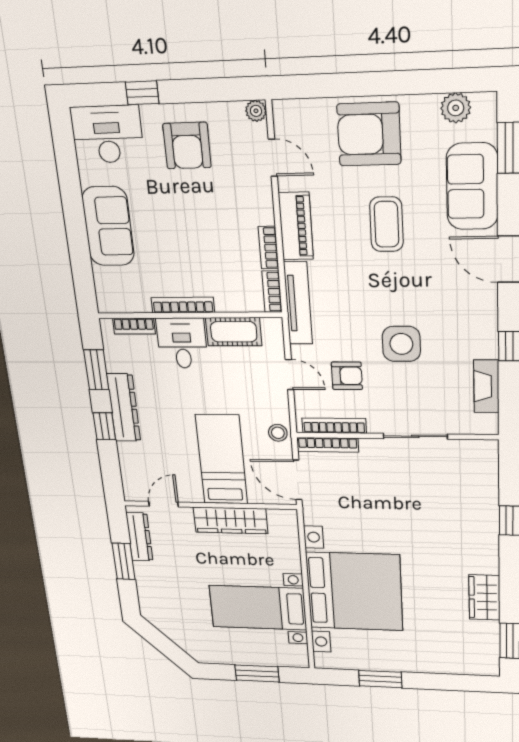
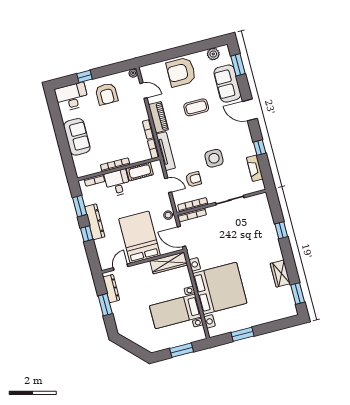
coffee table: (386, 224) -> (196, 107), turned 90
bed: (222, 460) -> (140, 237), width x1.50
wardrobe: (231, 520) -> (169, 263), moved

